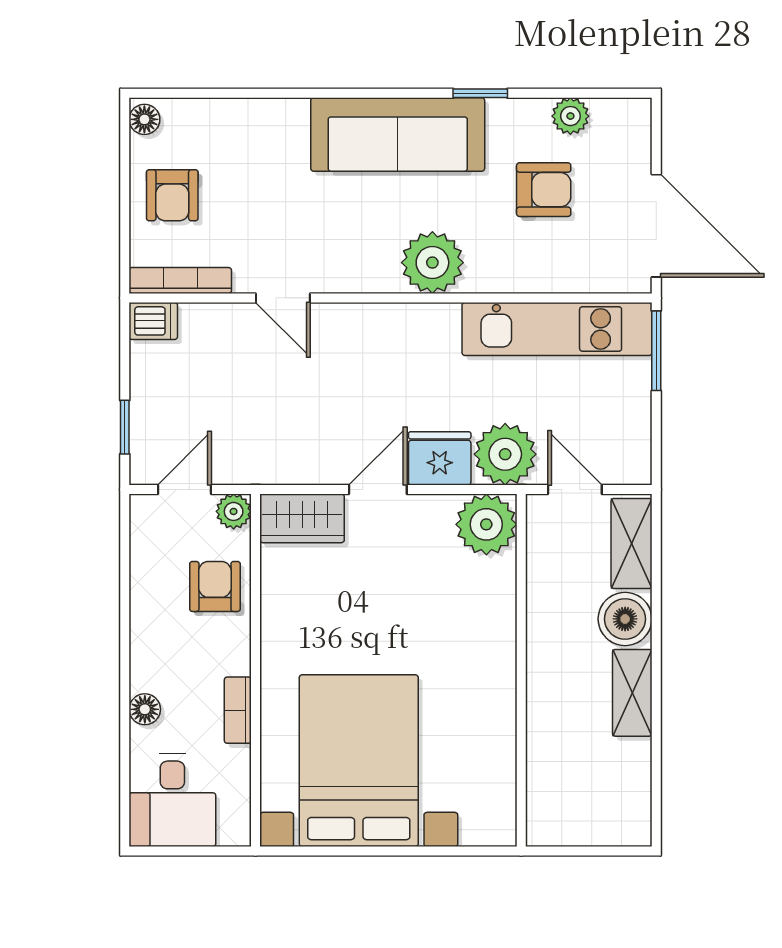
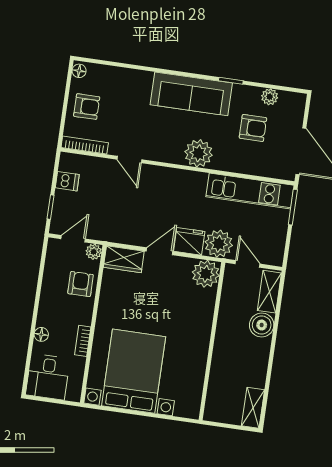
armchair: (172, 195) -> (87, 107), turned -90
dishwasher: (153, 321) -> (67, 181), moved
shelving: (632, 693) -> (253, 408), moved

